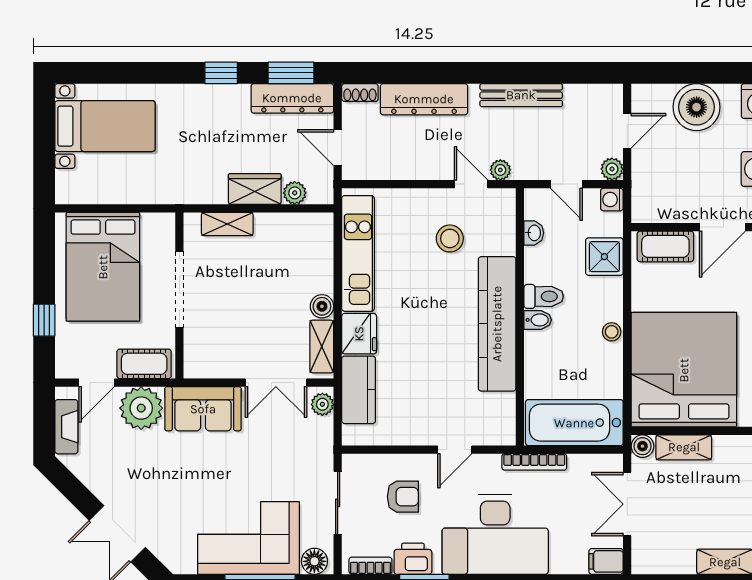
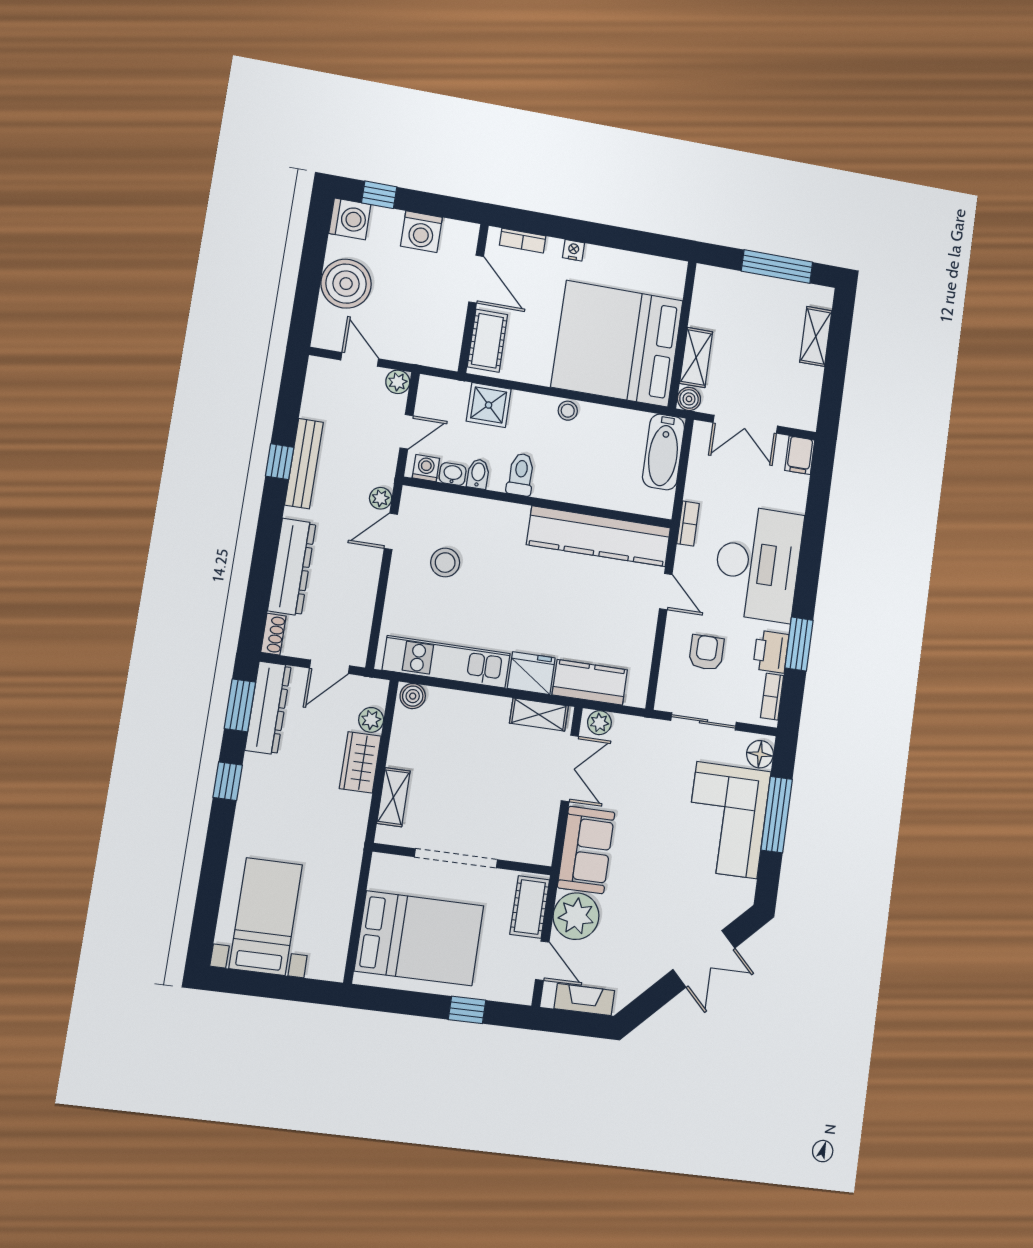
window: (519, 73) -> (280, 462), added
washing machine: (612, 200) -> (426, 468), moved, turned 180
boiler: (322, 306) -> (413, 696), moved
bidet: (538, 320) -> (478, 474), moved
kitchen counter: (497, 324) -> (599, 536), moved
bathtub: (574, 423) -> (663, 452), width x0.73, depth x0.73
bookcase: (534, 462) -> (688, 524), width x0.64

